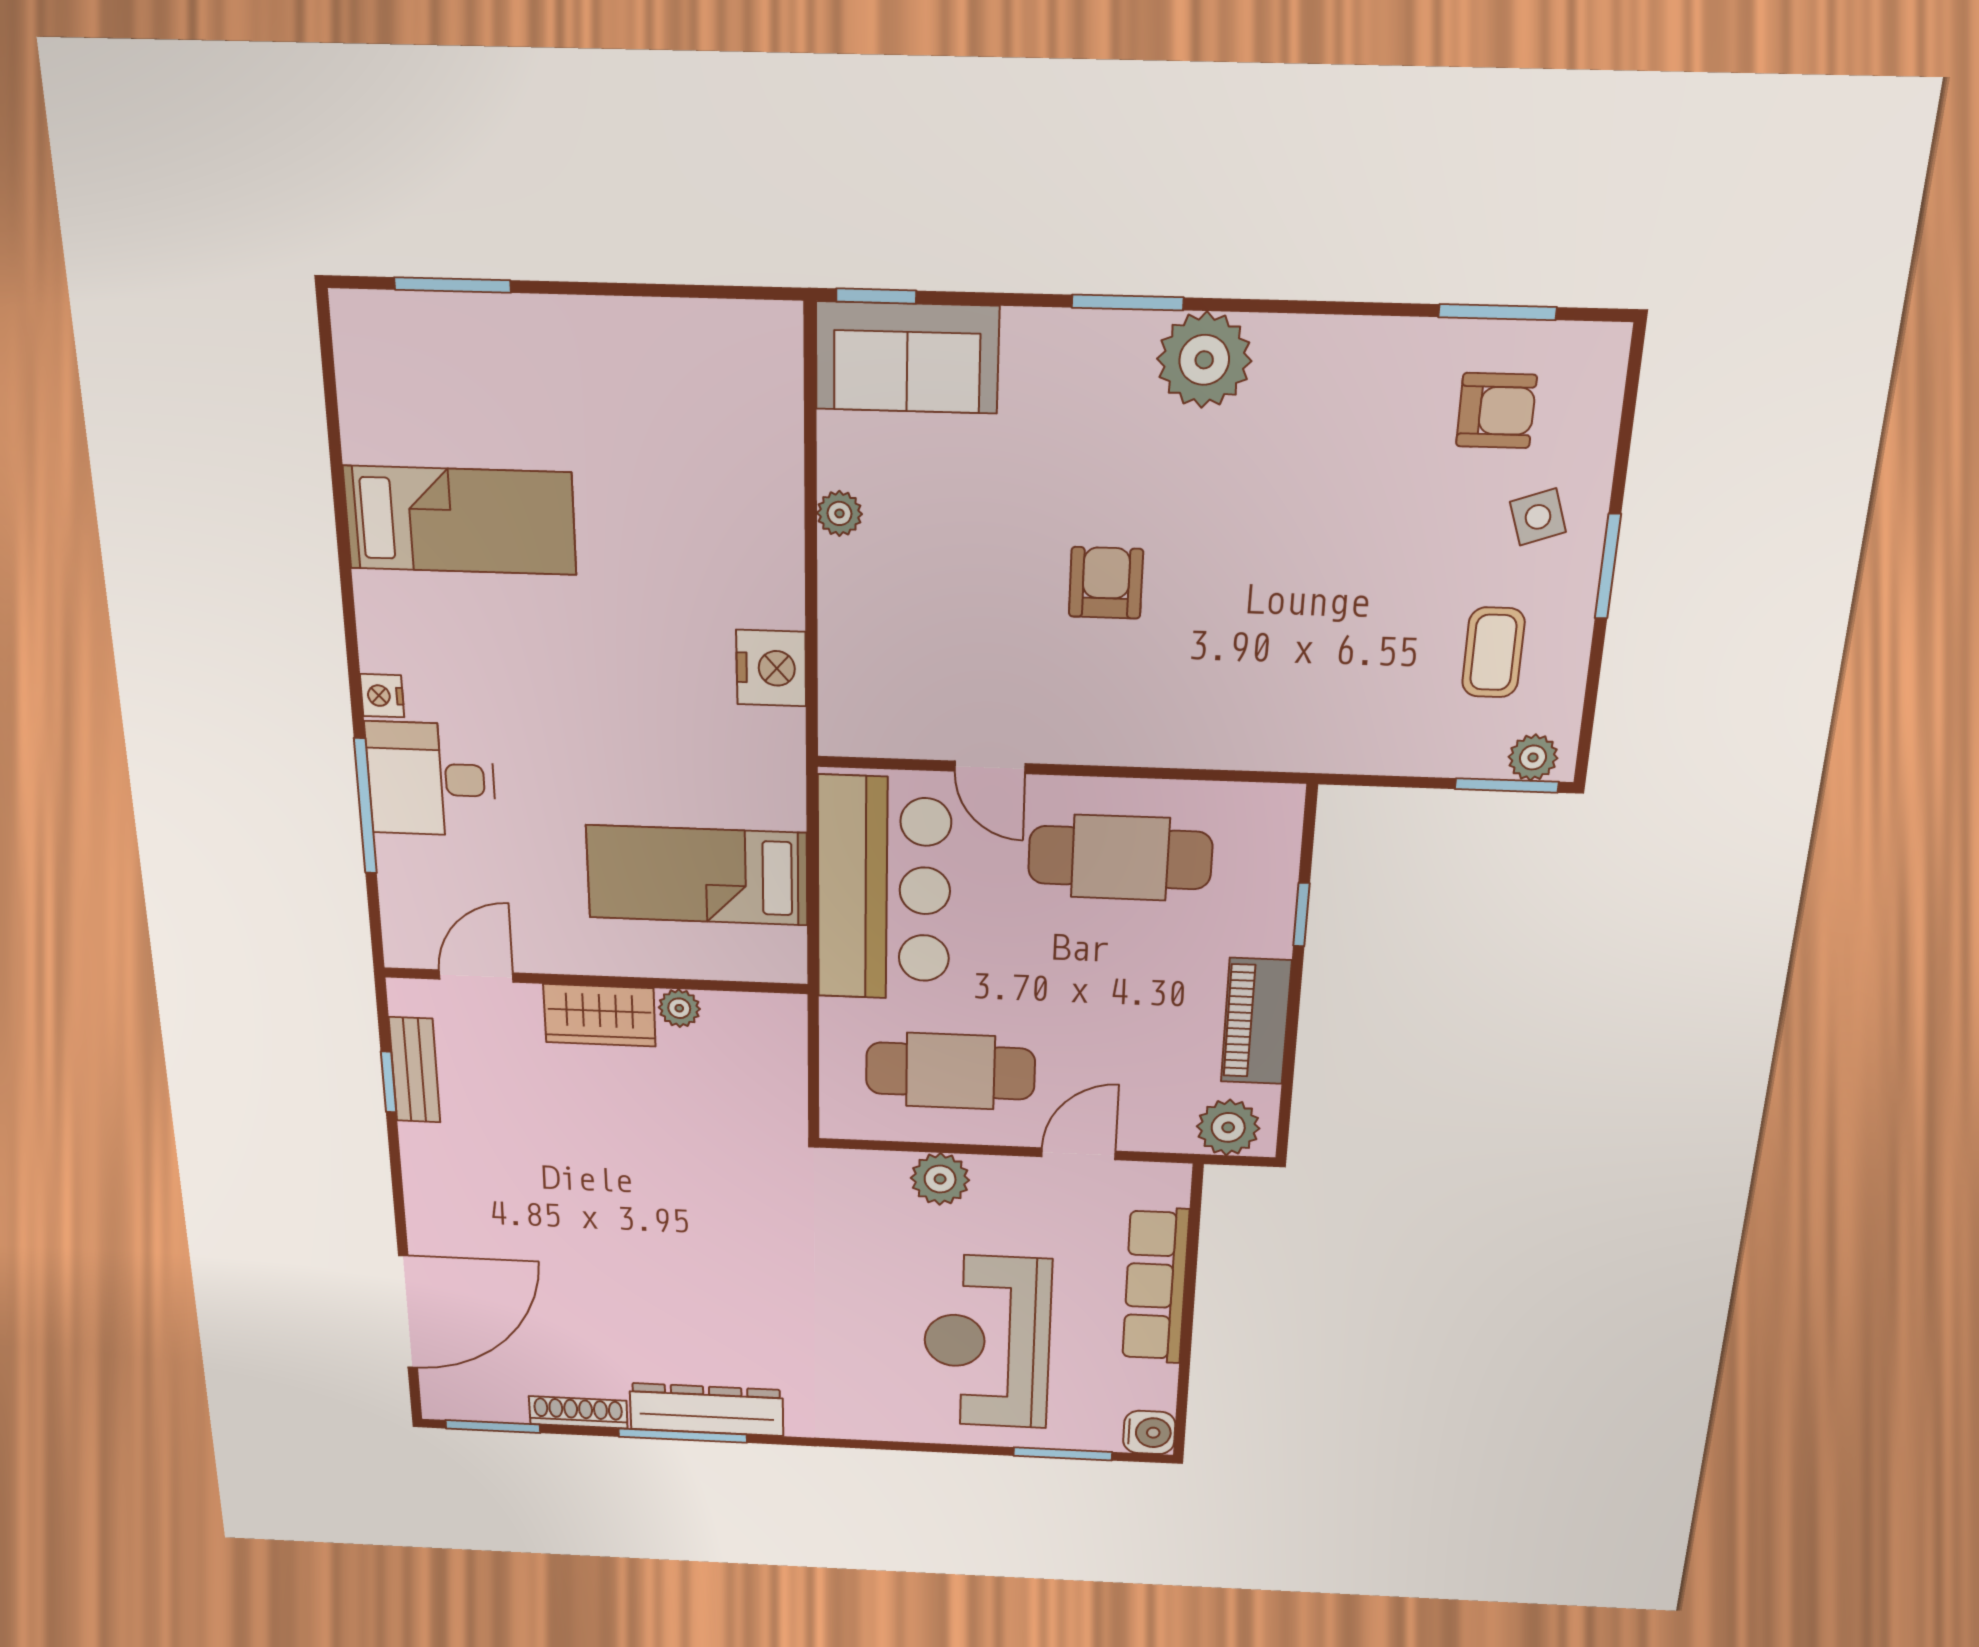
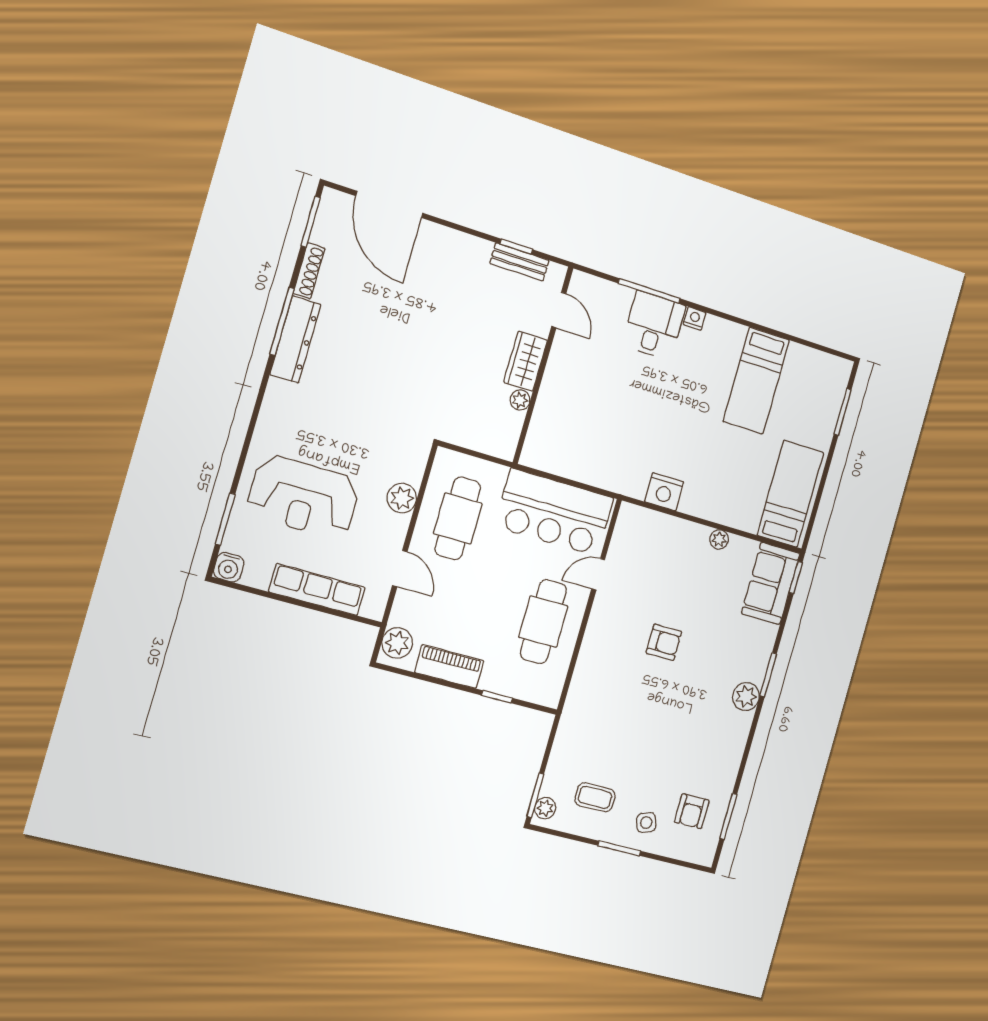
plant: (1204, 360) -> (746, 697), width x0.73, depth x0.73
bed: (697, 875) -> (790, 494), moved
reception desk: (987, 1342) -> (303, 497), turned 180

